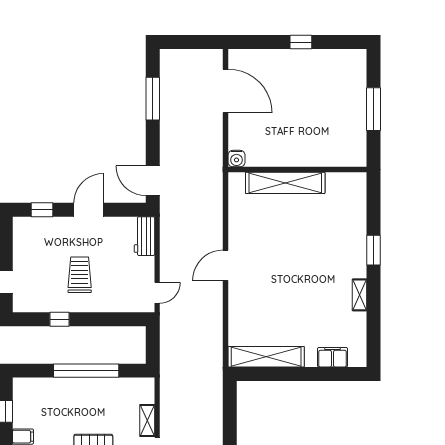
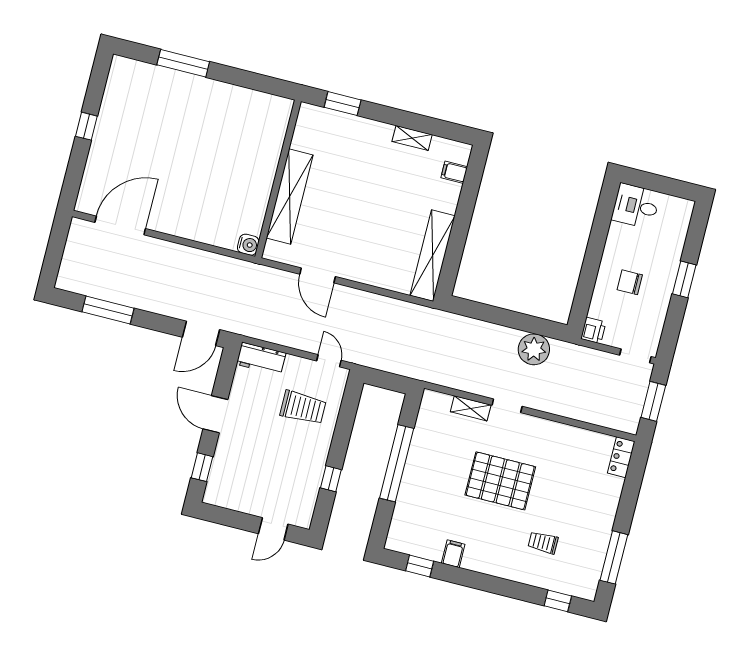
water cooler: (237, 159) -> (248, 245), moved
wall: (297, 170) -> (278, 179), moved
shelving: (285, 183) -> (290, 197), moved
trolley: (80, 275) -> (303, 408), moved, turned 180
shelving: (360, 295) -> (412, 138), moved
filing cabinet: (333, 357) -> (454, 172), width x0.50

